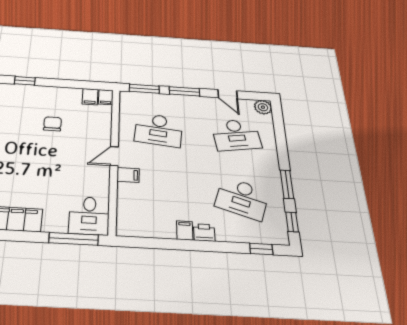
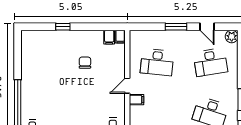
window: (144, 89) -> (147, 27), removed

